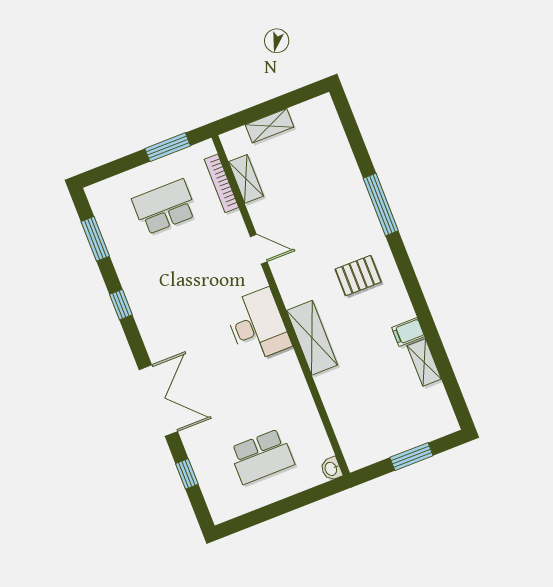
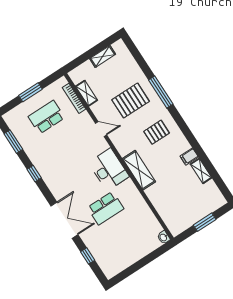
shelving: (269, 126) -> (103, 56), moved
window: (168, 147) -> (30, 92), moved
pallet: (323, 209) -> (131, 101), added
school desk: (262, 456) -> (106, 208), moved

